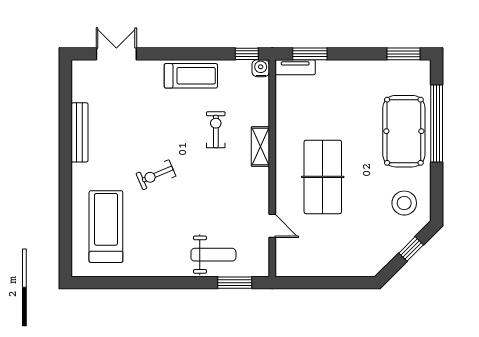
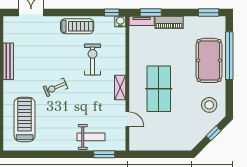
piano: (339, 70) -> (169, 22), added
exercise bike: (216, 130) -> (93, 60), width x1.38, depth x1.39
shelving: (260, 146) -> (120, 88), moved

